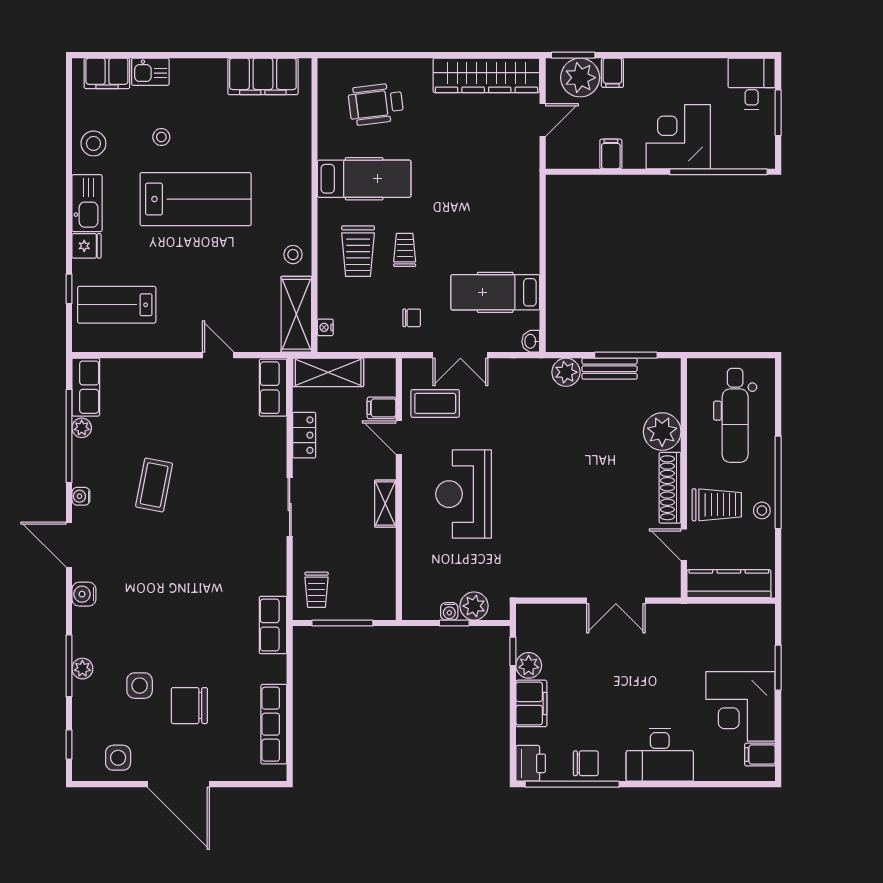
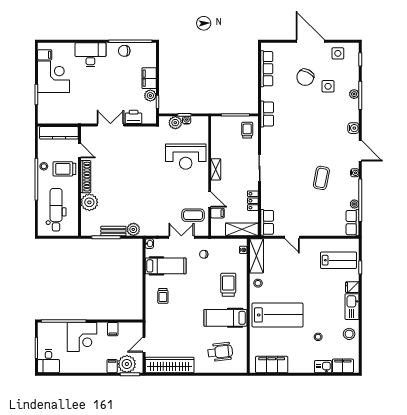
lab bench: (196, 199) -> (277, 315), moved, turned 180
trolley: (405, 250) -> (163, 296), moved
reception desk: (464, 494) -> (186, 157), moved, turned 90
chair: (189, 706) -> (305, 77), turned 117
printer: (531, 763) -> (134, 117), moved, turned 90

